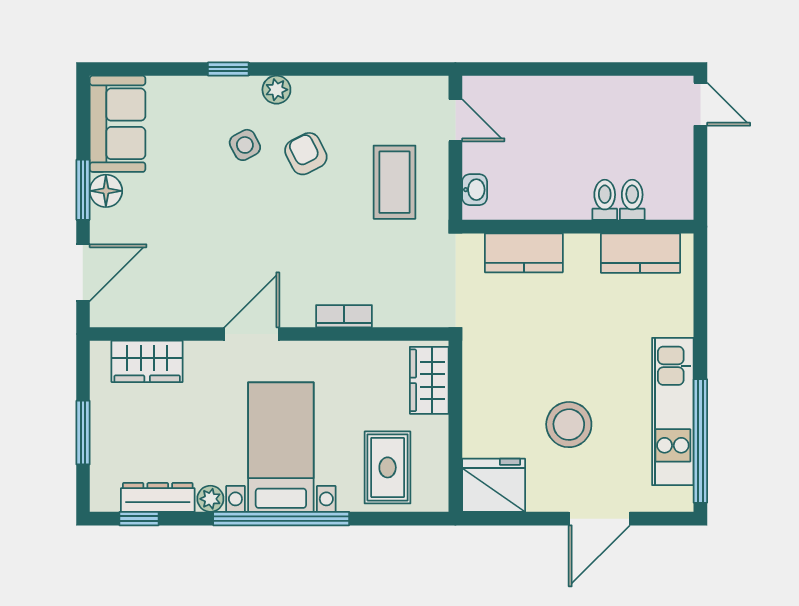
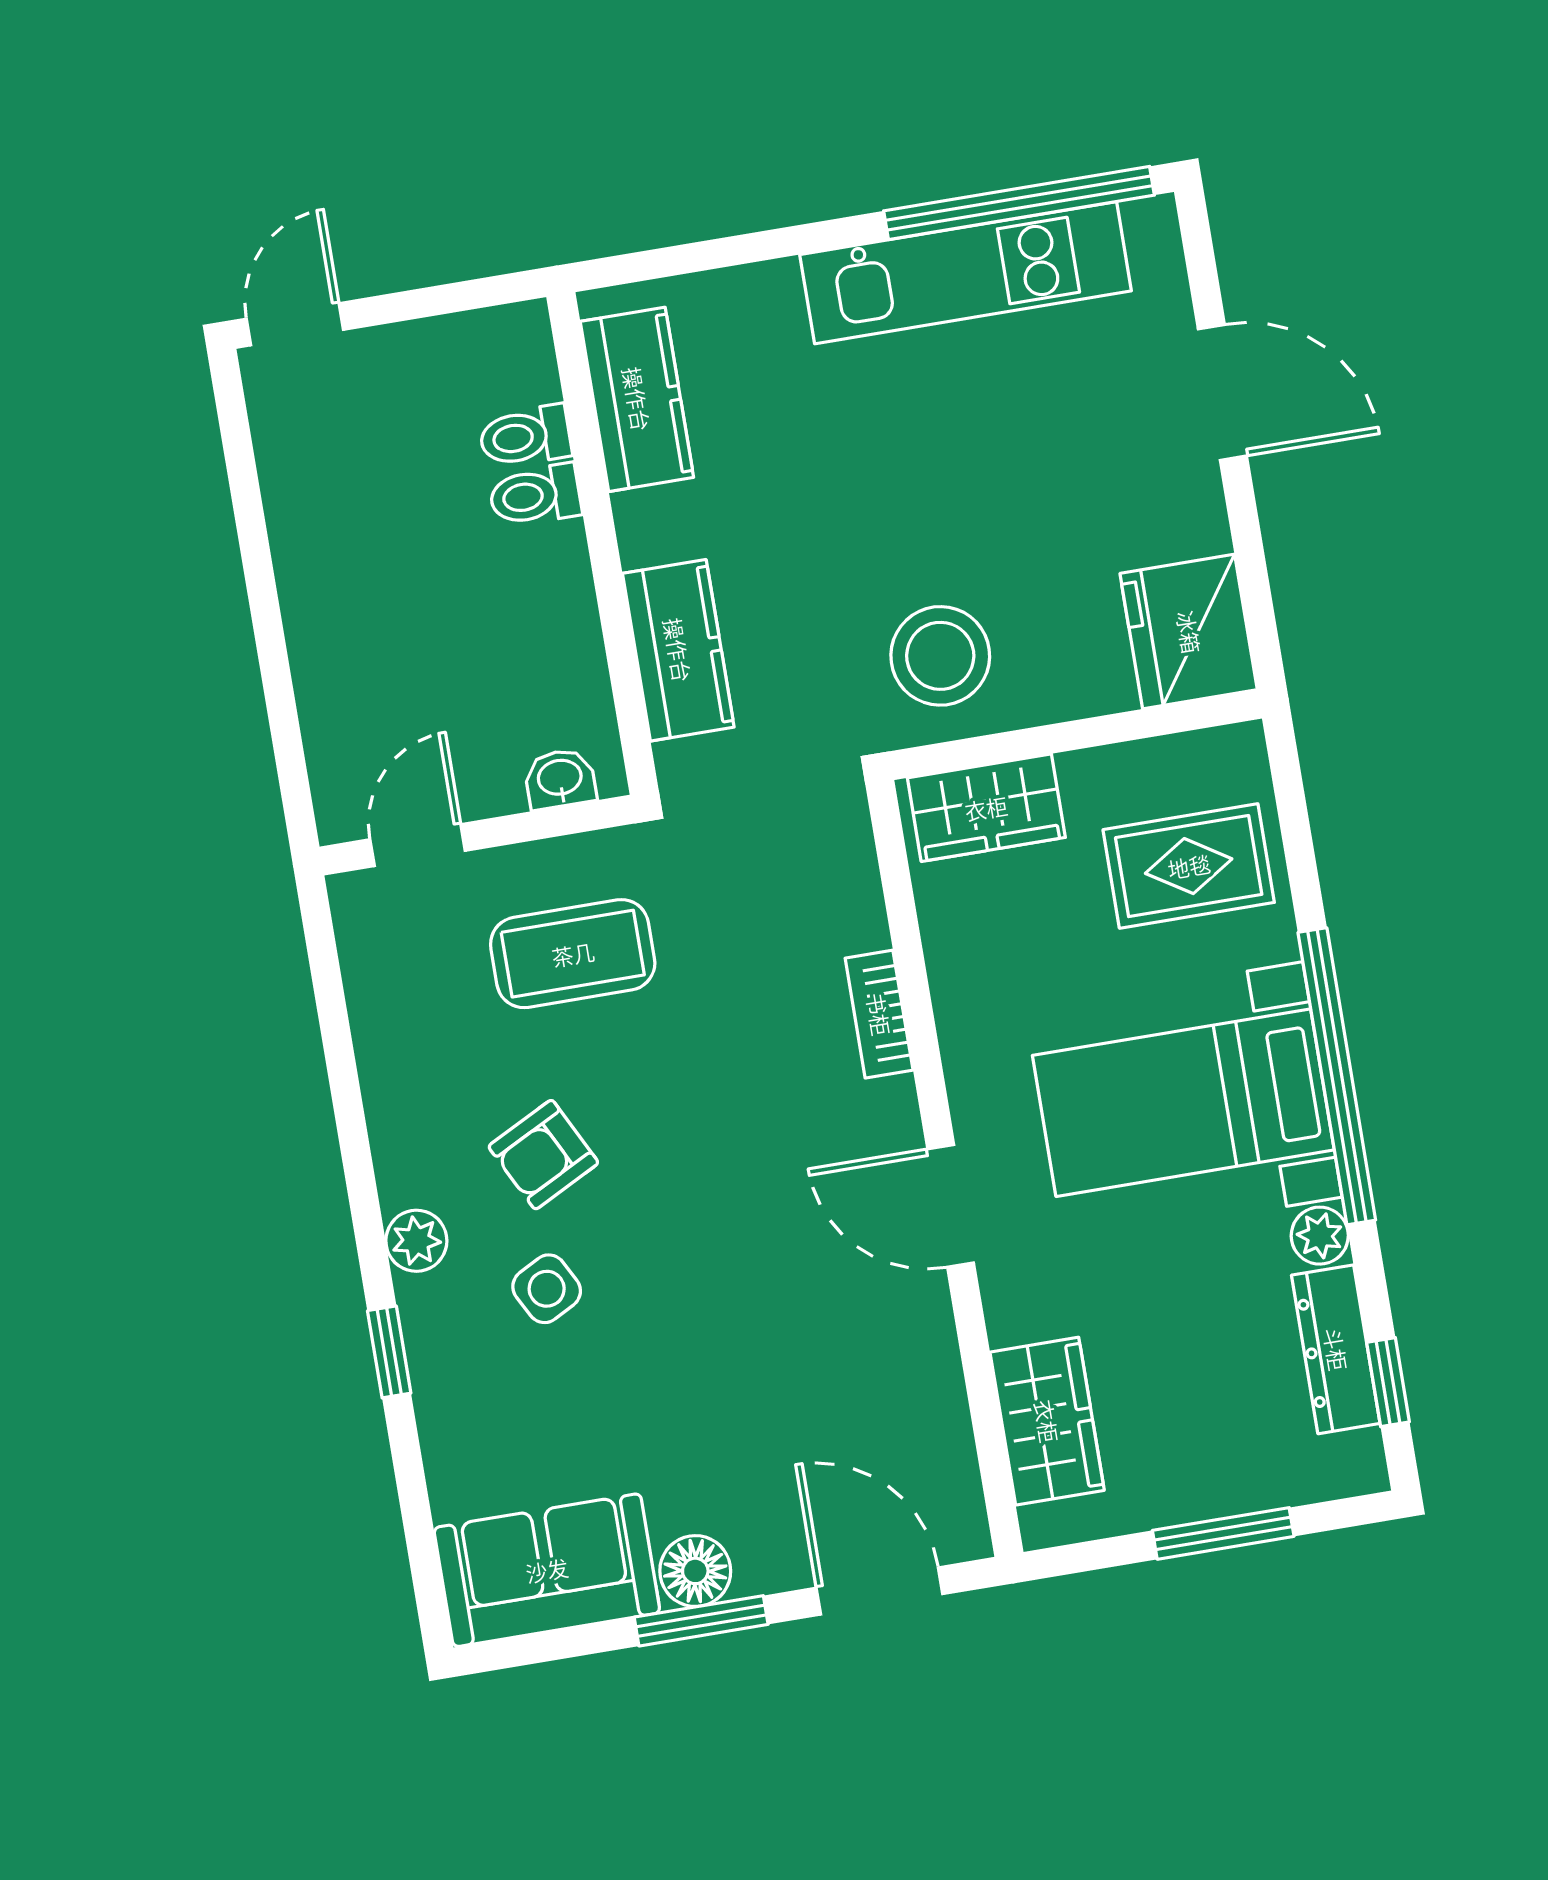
stool: (569, 425) -> (940, 656), moved

